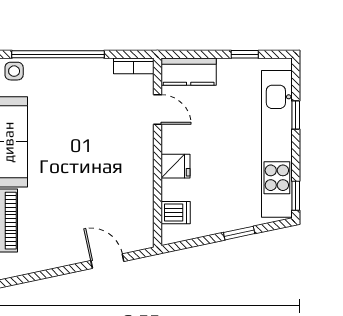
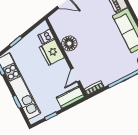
door: (157, 109) -> (75, 75), hinge flipped
fridge: (175, 166) -> (52, 52), width x1.88, depth x1.34
floor lamp: (138, 177) -> (69, 43), added

